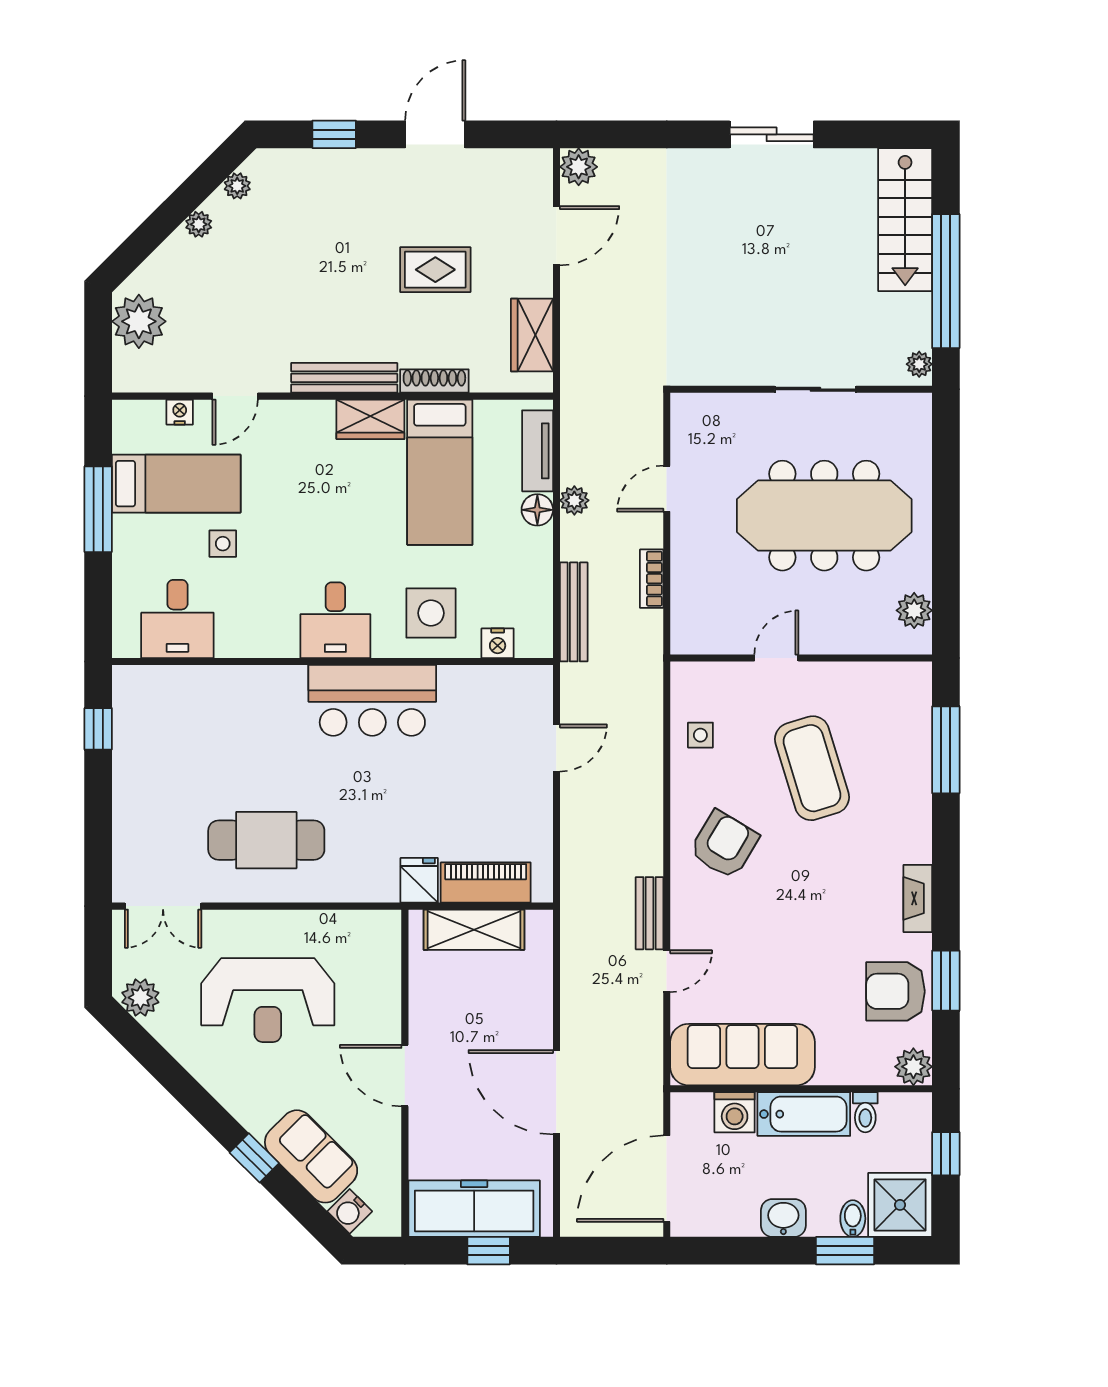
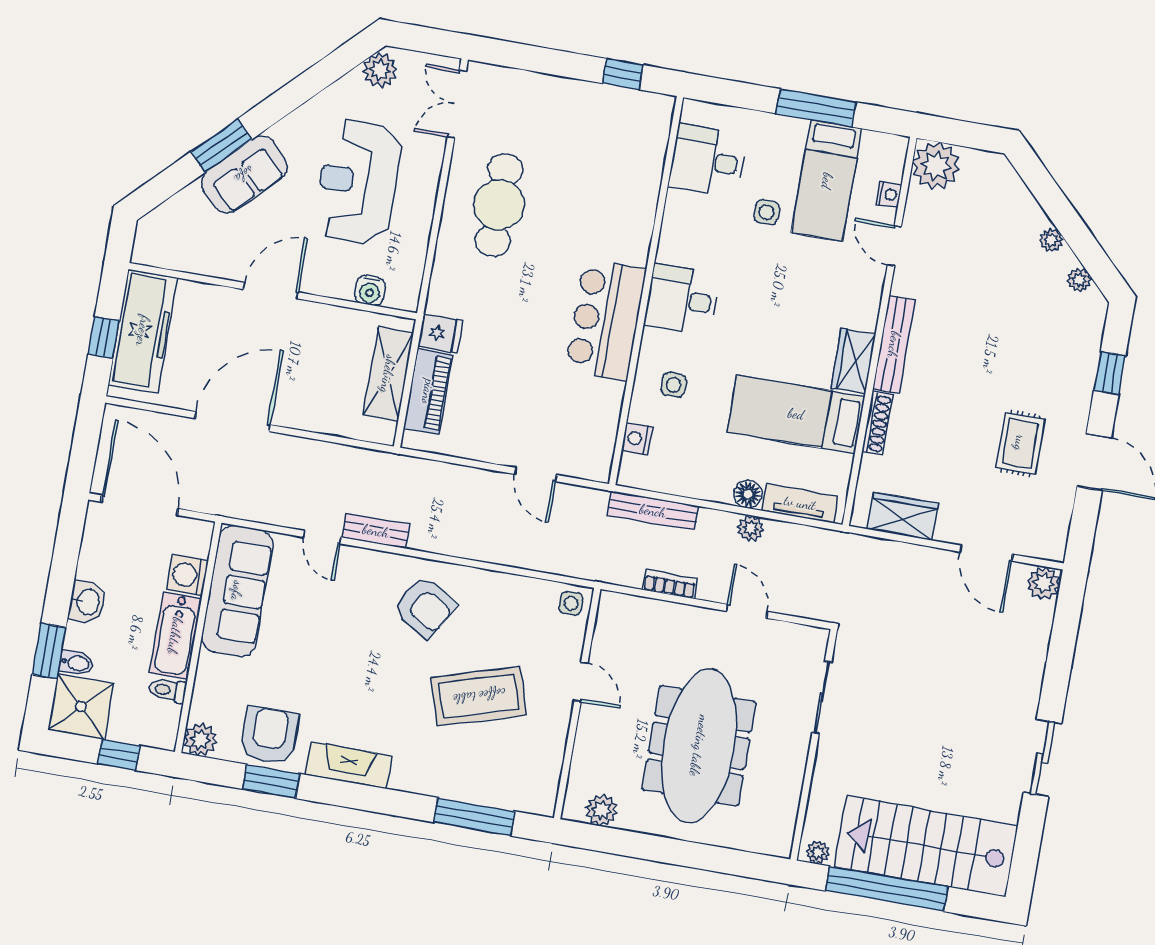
stairs: (905, 220) -> (926, 846), width x1.36, depth x1.51
rug: (435, 270) -> (1020, 443), moved
plant: (139, 321) -> (936, 166), moved
sliding door: (815, 389) -> (822, 697), moved
side table: (431, 613) -> (674, 385), width x0.54, depth x0.54
side table: (700, 735) -> (571, 603), moved
fireplace: (918, 898) -> (348, 765), width x1.37, depth x1.32
sofa: (311, 1156) -> (244, 175), moved
window: (254, 1158) -> (221, 146), width x1.50
water cooler: (350, 1211) -> (370, 290), moved, turned -135

